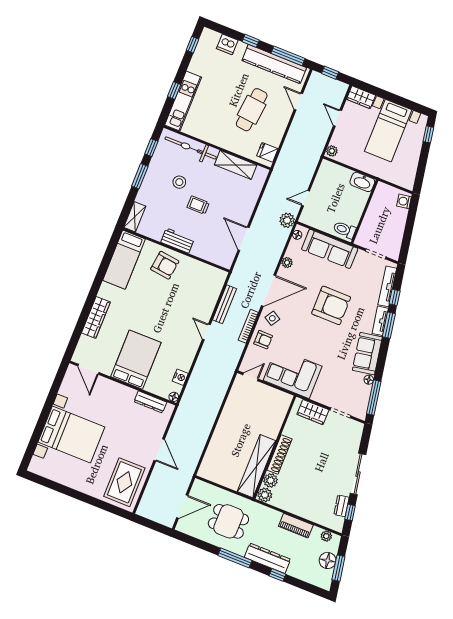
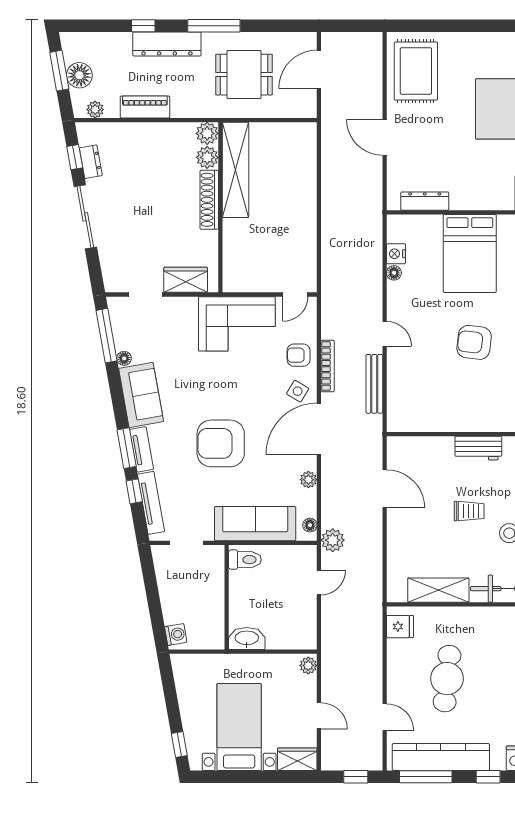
armchair: (165, 265) -> (474, 342), moved
floor lamp: (174, 397) -> (394, 273), moved

